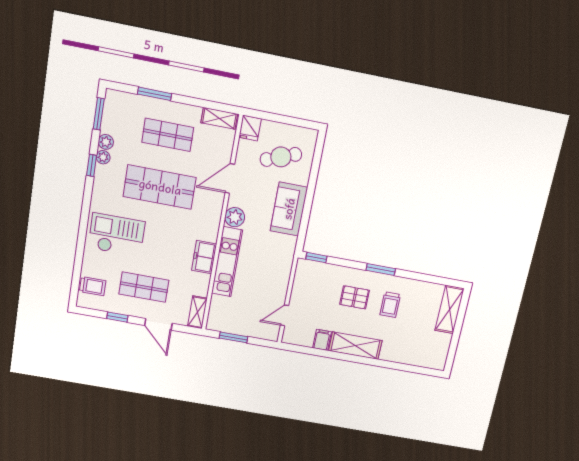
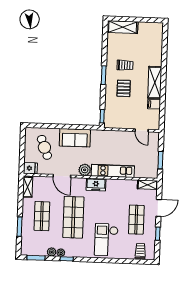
freezer: (204, 257) -> (96, 185), moved

